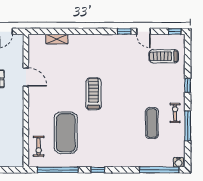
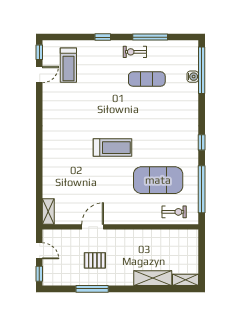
window: (124, 31) -> (39, 111), removed
door: (143, 31) -> (39, 74), moved
shelving: (57, 39) -> (48, 212), moved
treadmill: (93, 94) -> (113, 148), turned 180
water cooler: (178, 162) -> (193, 77), moved

